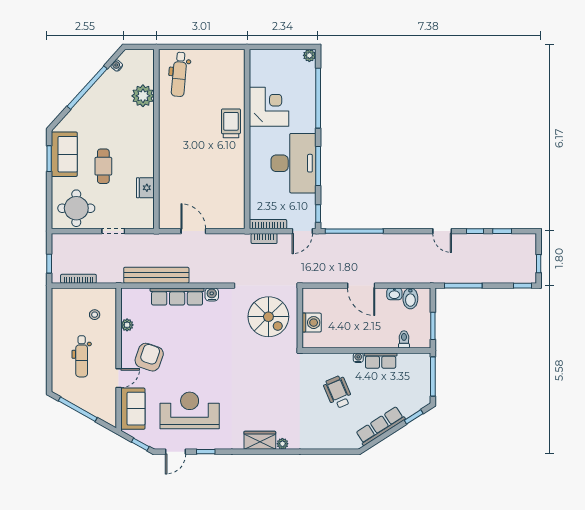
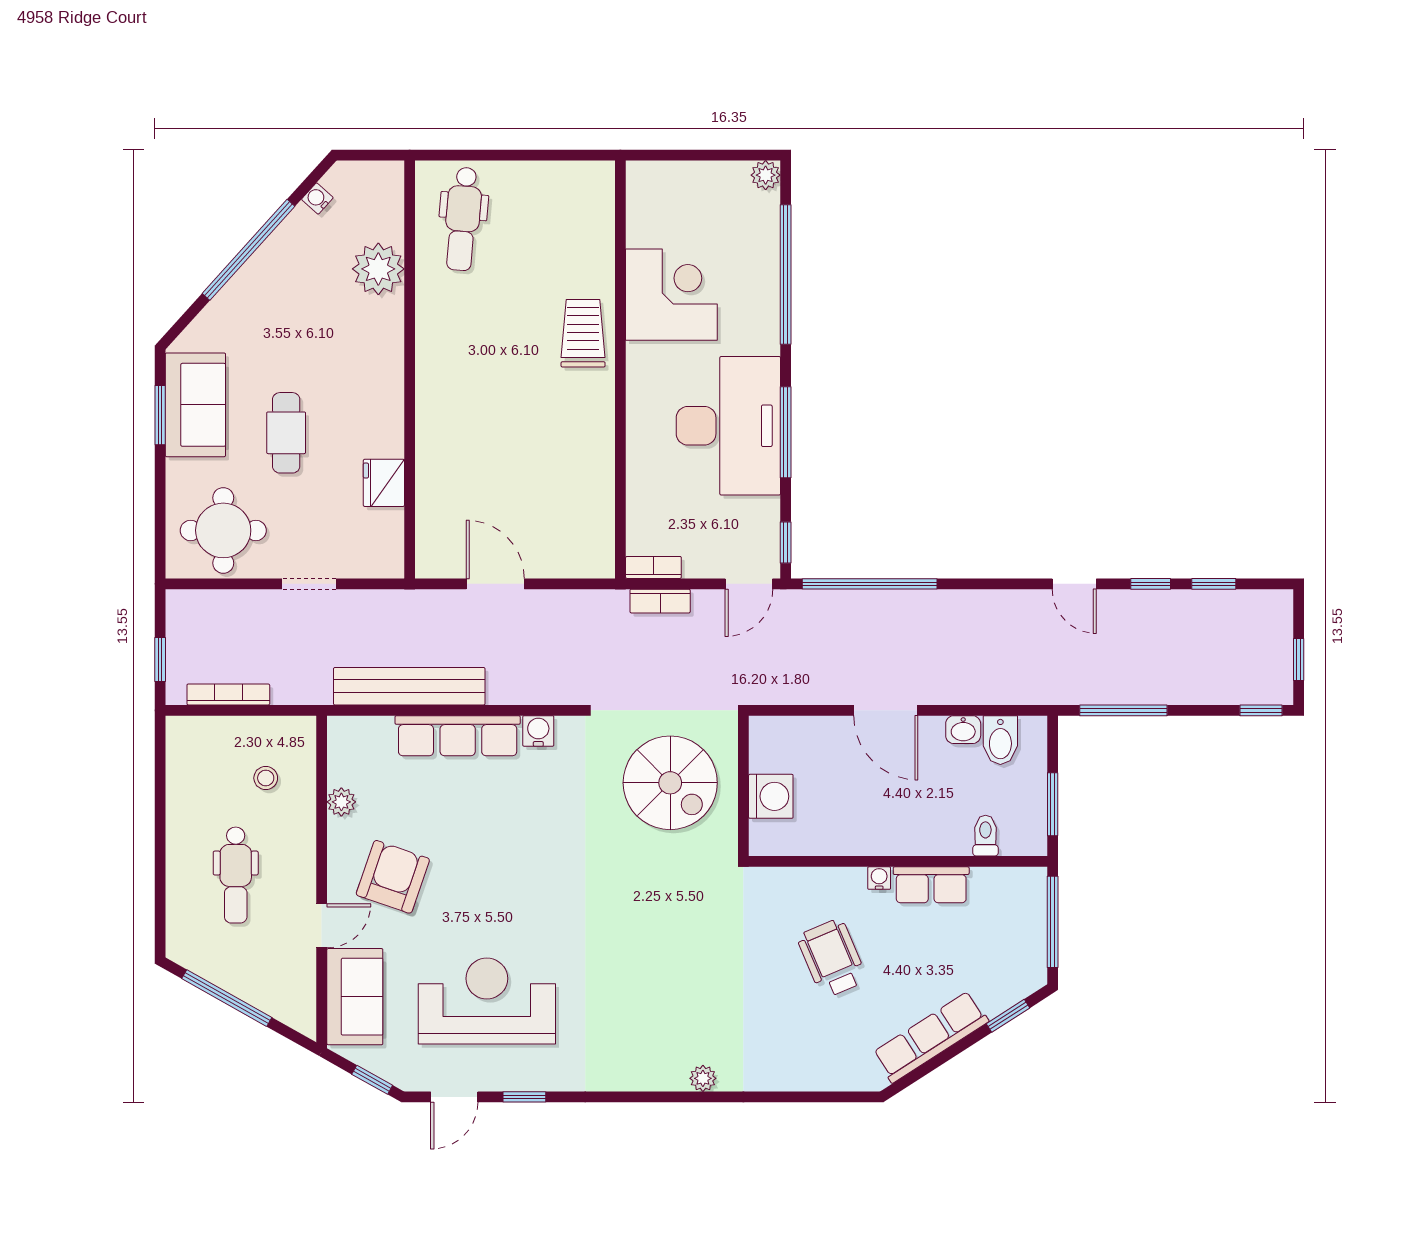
bookcase: (268, 224) -> (653, 567), width x0.64
wardrobe: (260, 440) -> (650, 1070), removed

